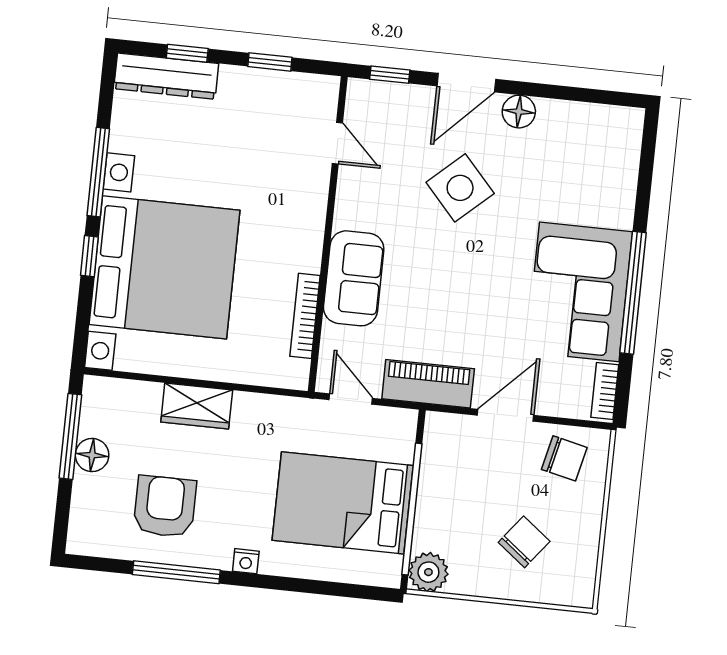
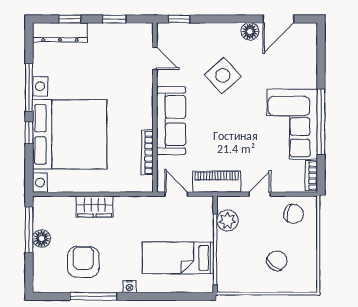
door: (466, 83) -> (278, 19), moved
sofa: (354, 278) -> (171, 121), width x1.36
door: (506, 415) -> (260, 194), width x0.73
bed: (343, 503) -> (178, 258), width x0.67
plant: (428, 572) -> (227, 220), moved

